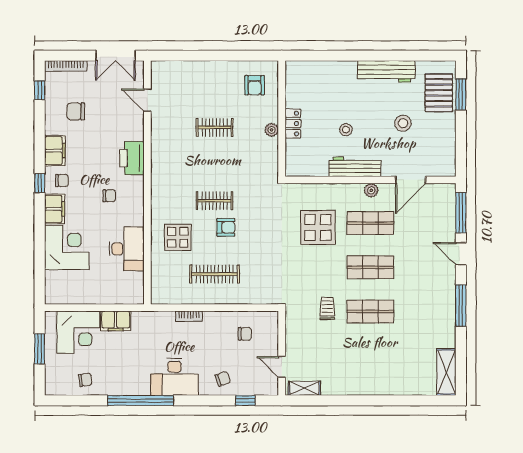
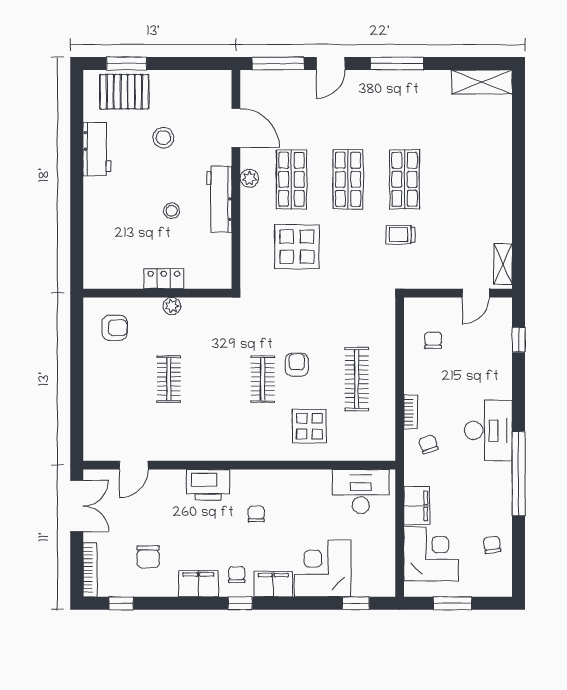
workbench: (386, 71) -> (97, 149), width x0.73
desk: (127, 249) -> (361, 492), moved
window: (40, 273) -> (356, 603), added
chair: (223, 379) -> (428, 444), moved

